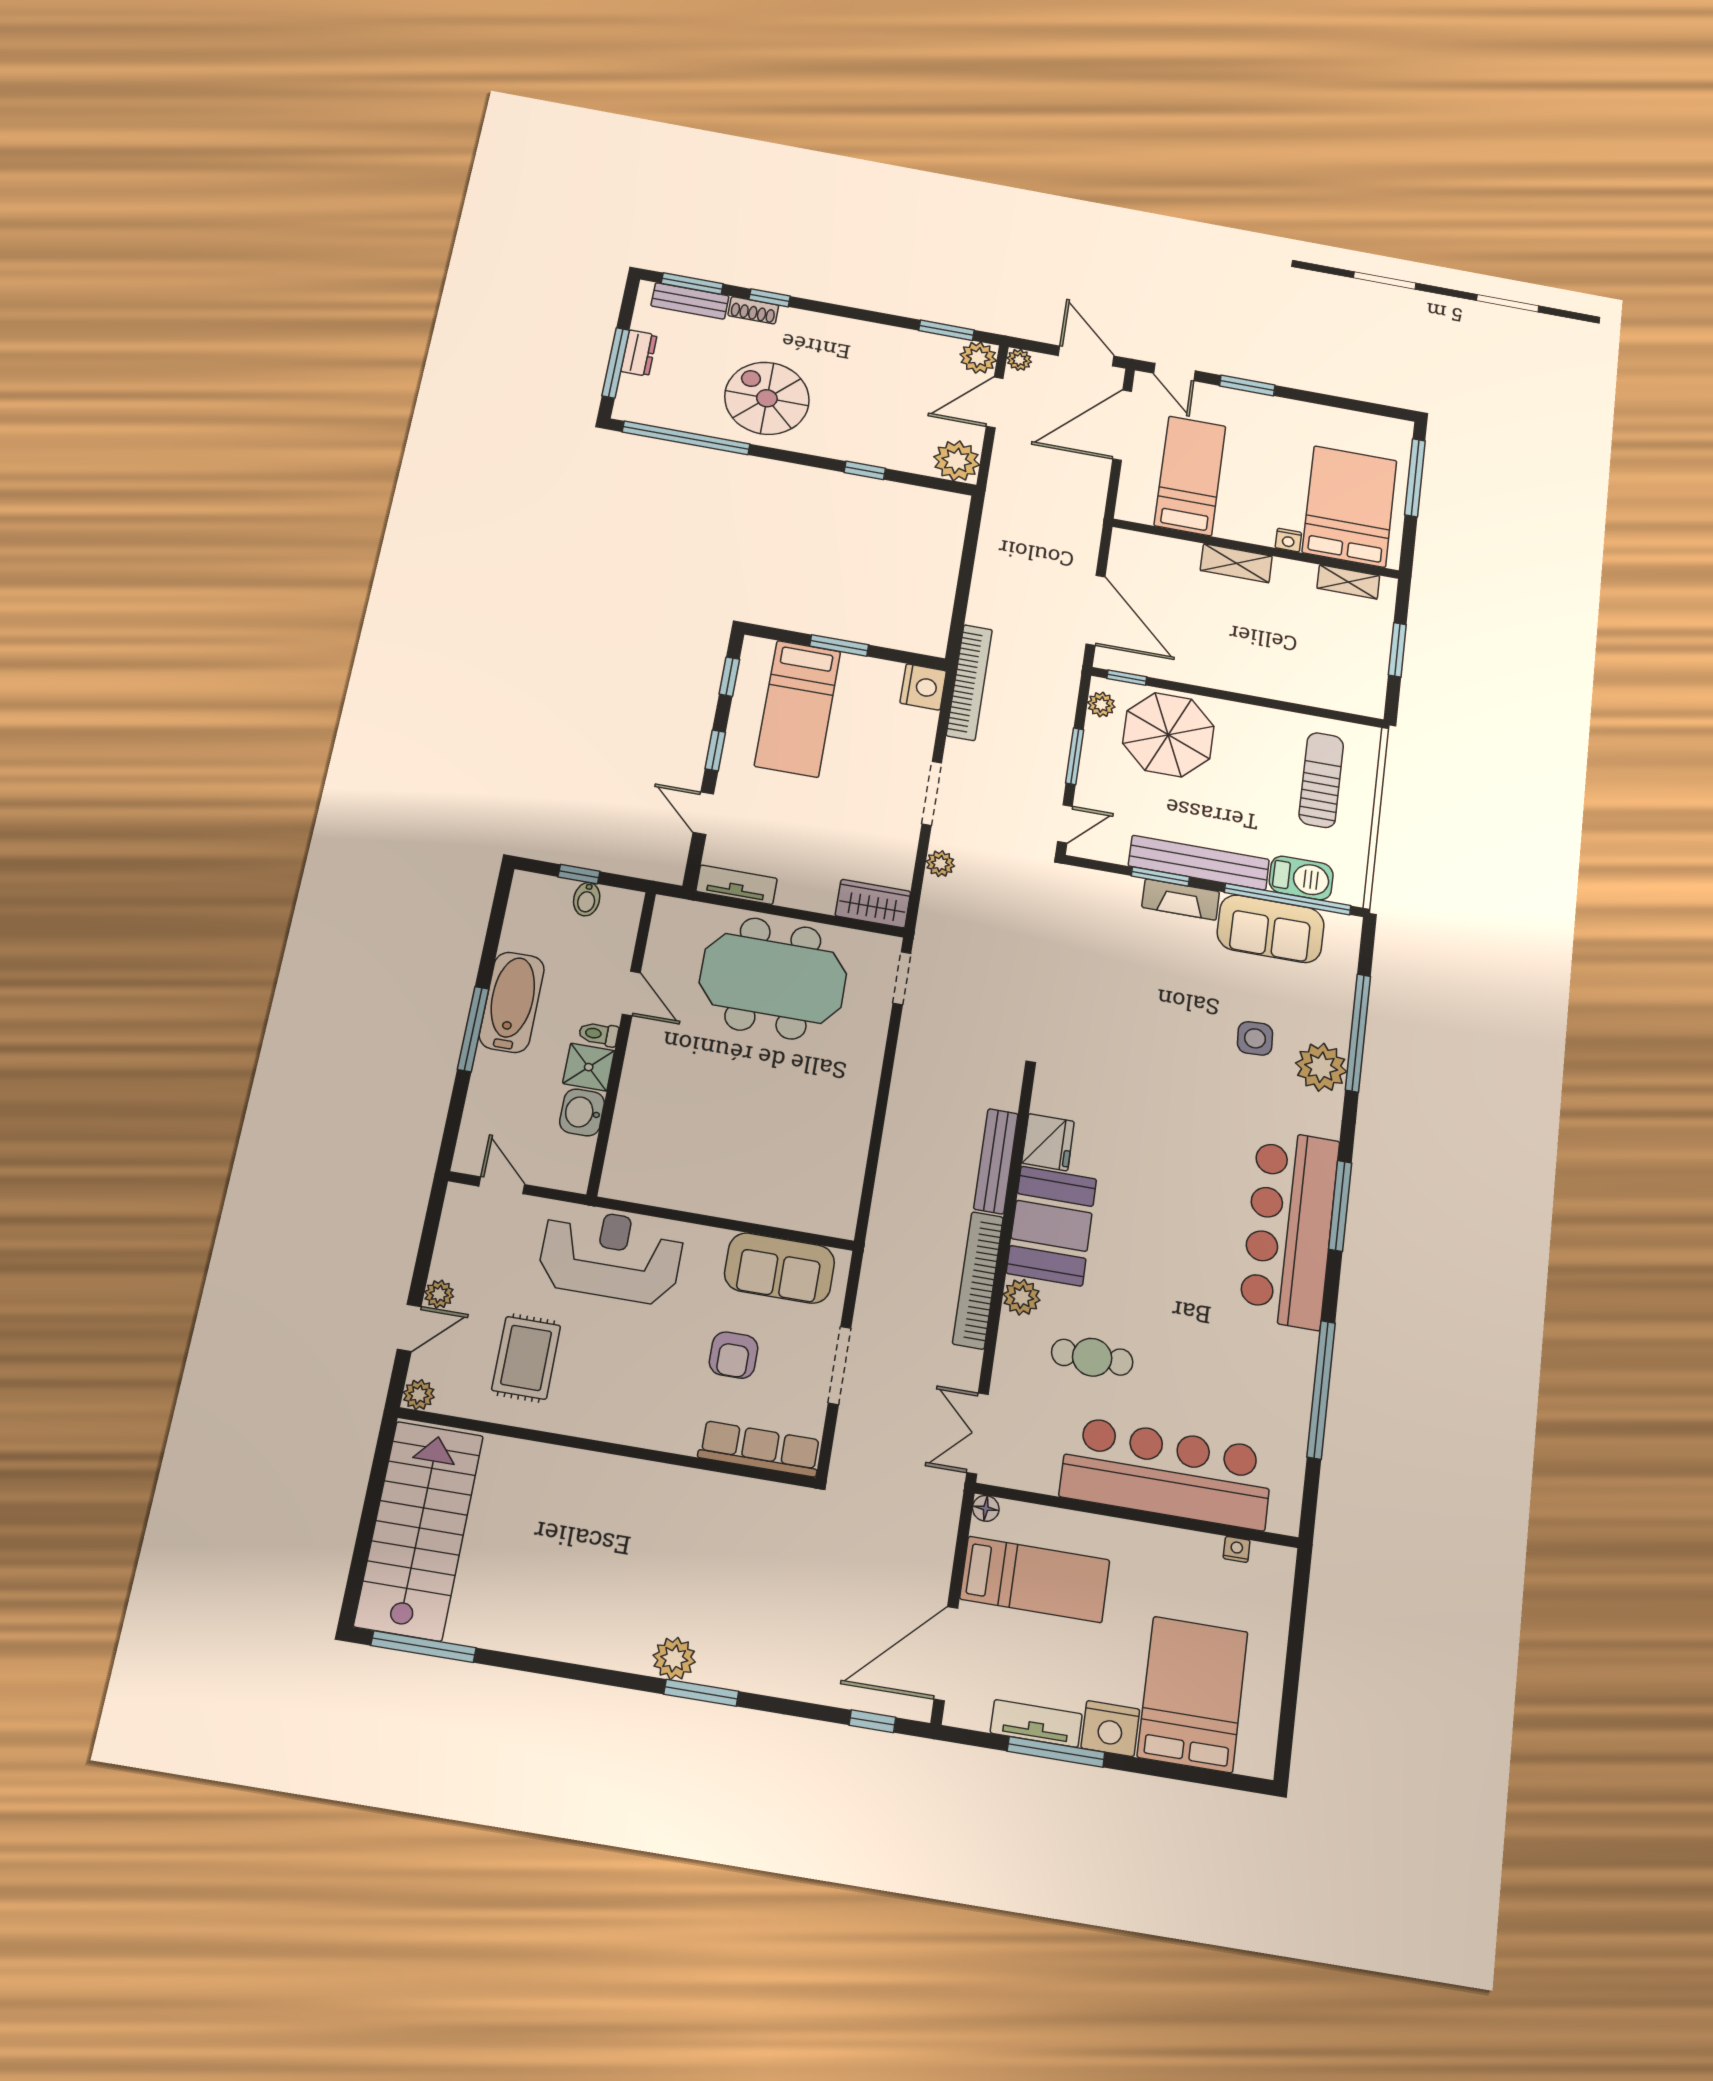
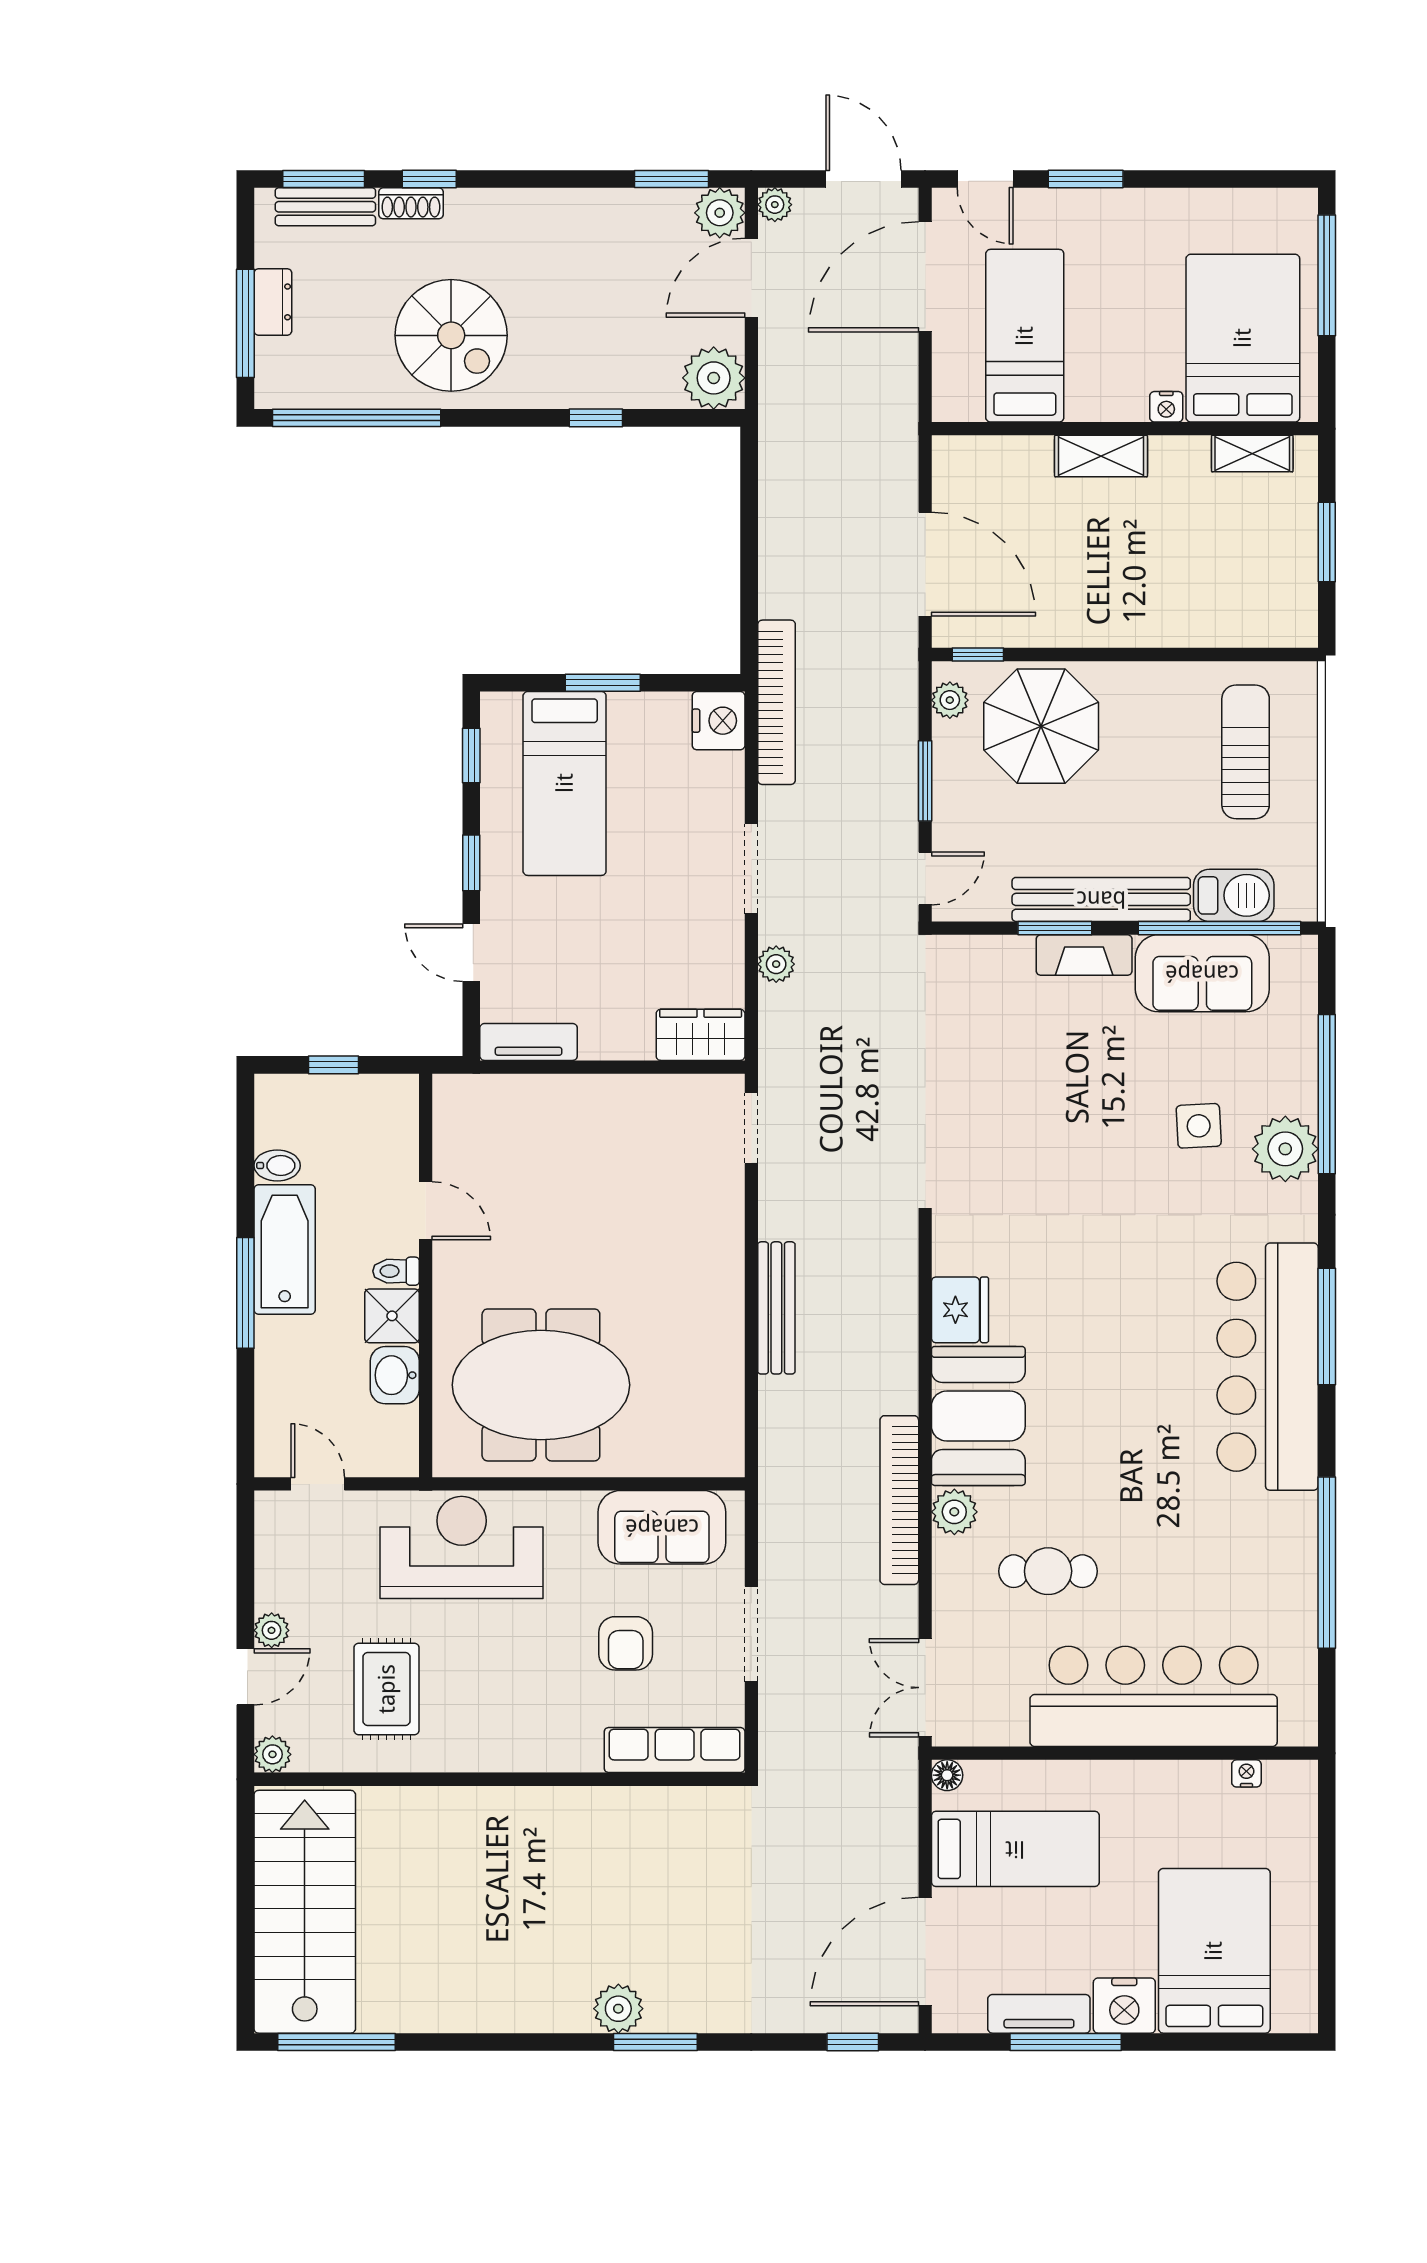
spiral stairs: (767, 398) -> (451, 335), turned 180
bidet: (587, 899) -> (277, 1166), moved, turned -90
meeting table: (773, 978) -> (541, 1385), moved
bench: (996, 1161) -> (776, 1308), moved

